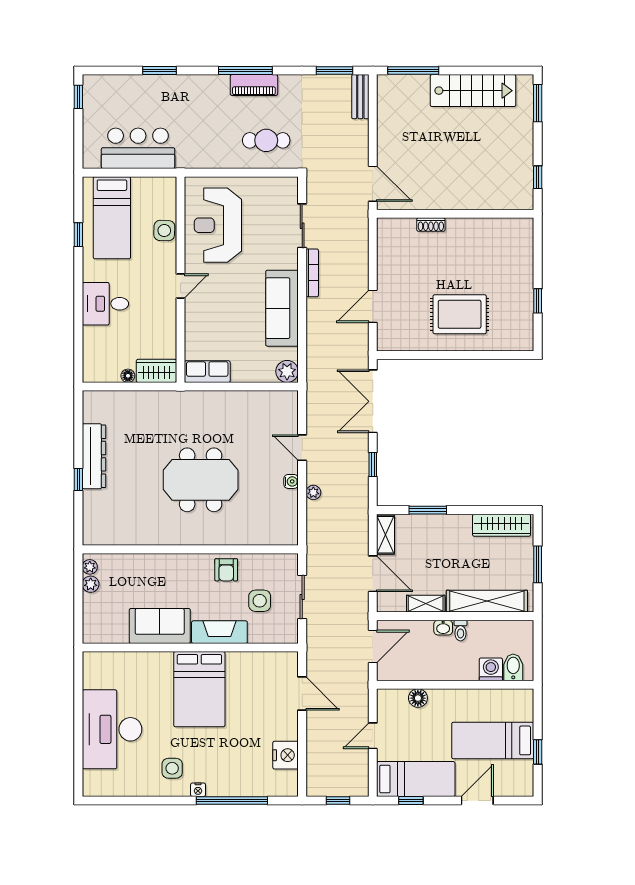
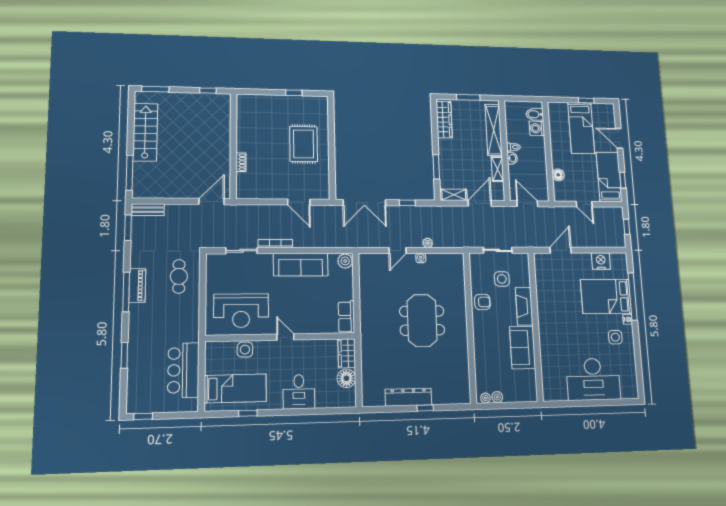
floor lamp: (128, 376) -> (346, 378), width x1.89, depth x1.89
bed: (199, 689) -> (606, 296), moved, turned 180

